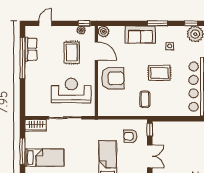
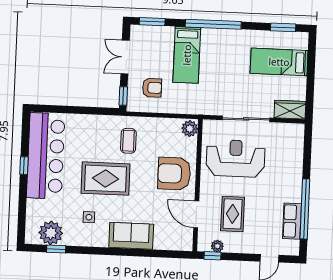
window: (157, 23) -> (105, 251), removed
plant: (103, 31) -> (190, 129), moved
rug: (159, 73) -> (105, 179), width x1.36, depth x1.43
reception desk: (71, 90) -> (236, 158), turned 180
window: (23, 151) -> (311, 73), removed

